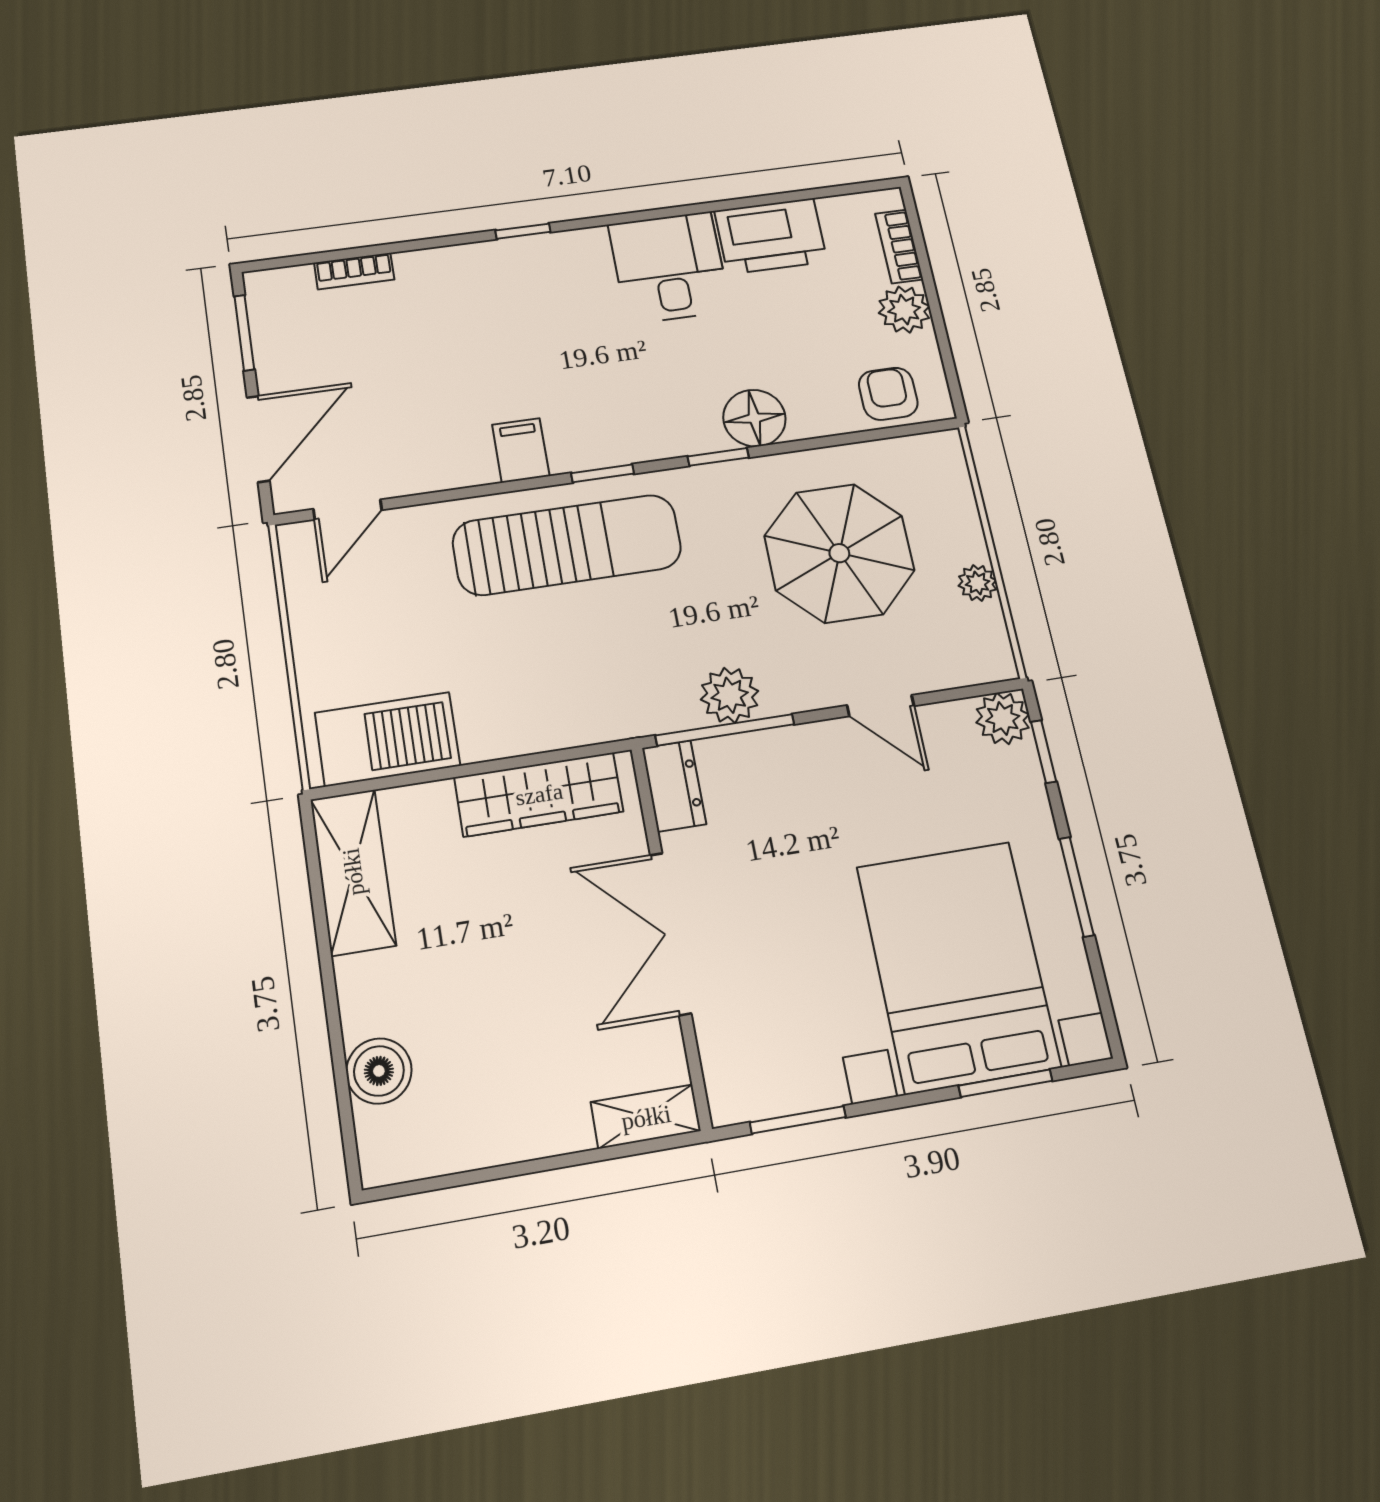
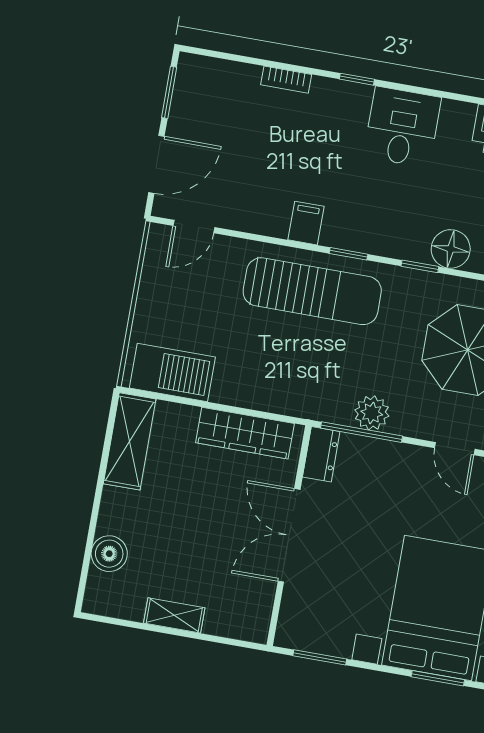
desk: (669, 267) -> (402, 127), moved
bookcase: (354, 271) -> (286, 80), moved
shelving: (646, 1117) -> (174, 615), moved

